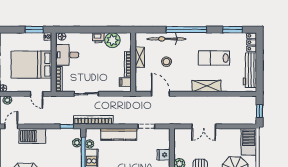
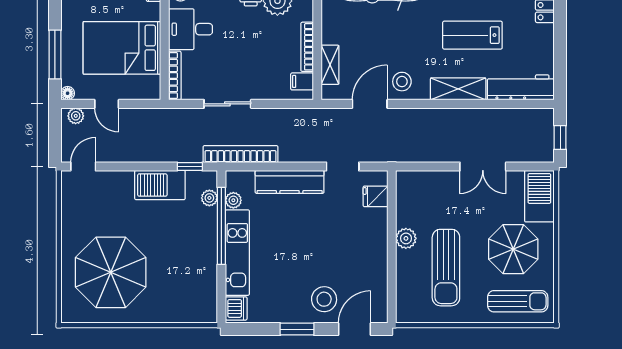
shelving: (140, 57) -> (330, 65), moved
stool: (166, 62) -> (402, 82), moved
workbench: (250, 70) -> (521, 87), moved, turned 90
door: (37, 94) -> (107, 104), moved
door: (160, 94) -> (370, 104), hinge flipped
double door: (204, 126) -> (483, 167), moved
barbecue: (32, 136) -> (160, 185), moved
fridge: (163, 155) -> (375, 196), moved

